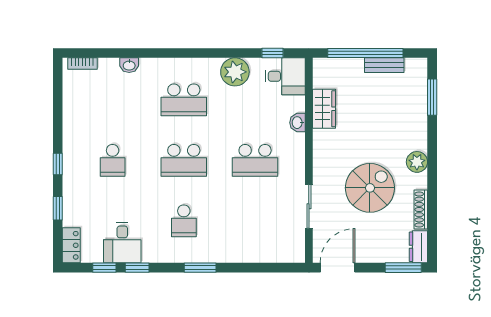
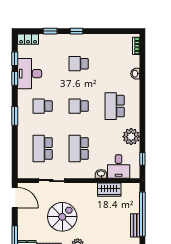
desk: (285, 76) -> (119, 166), moved
school desk: (184, 160) -> (79, 106), width x0.54
spiral stairs: (370, 188) -> (62, 217), turned -90
school desk: (255, 221) -> (43, 148), added
desk: (122, 243) -> (30, 74), width x1.37

